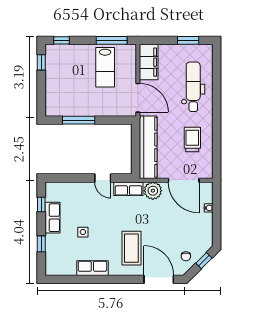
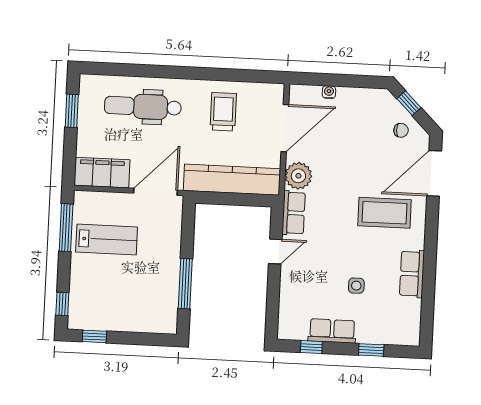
trolley: (192, 139) -> (223, 112), turned 90

